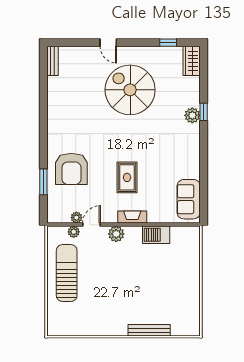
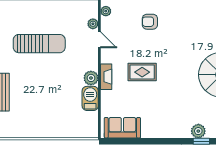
armchair: (71, 169) -> (150, 22), width x0.53, depth x0.53
plant: (76, 218) -> (106, 11), moved
plant: (116, 234) -> (91, 78), moved
sun lounger: (67, 273) -> (39, 44), moved

